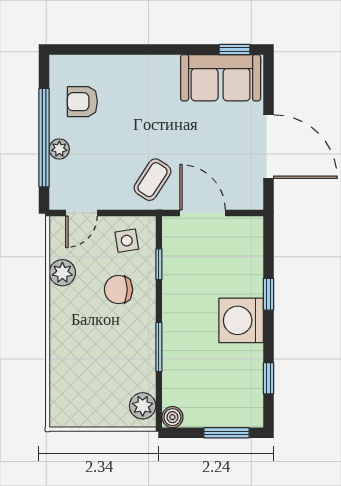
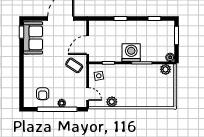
chair: (118, 290) -> (119, 79), removed
washing machine: (241, 320) -> (131, 53), moved, turned 180

